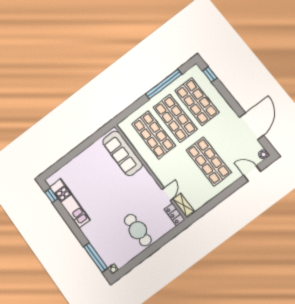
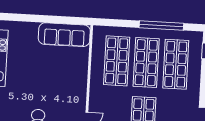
sofa: (122, 153) -> (64, 35), moved, turned -90

